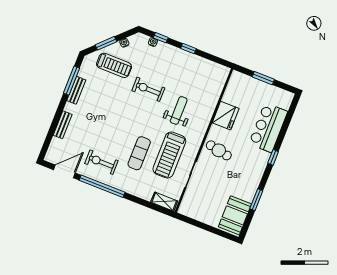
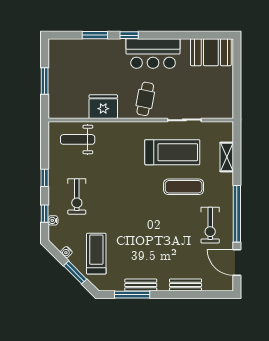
exercise bike: (148, 89) -> (77, 196), moved
weight bench: (179, 110) -> (78, 139), moved
bar counter: (268, 128) -> (153, 54), moved
window: (256, 200) -> (95, 35), moved
shelving: (164, 202) -> (227, 157), moved

